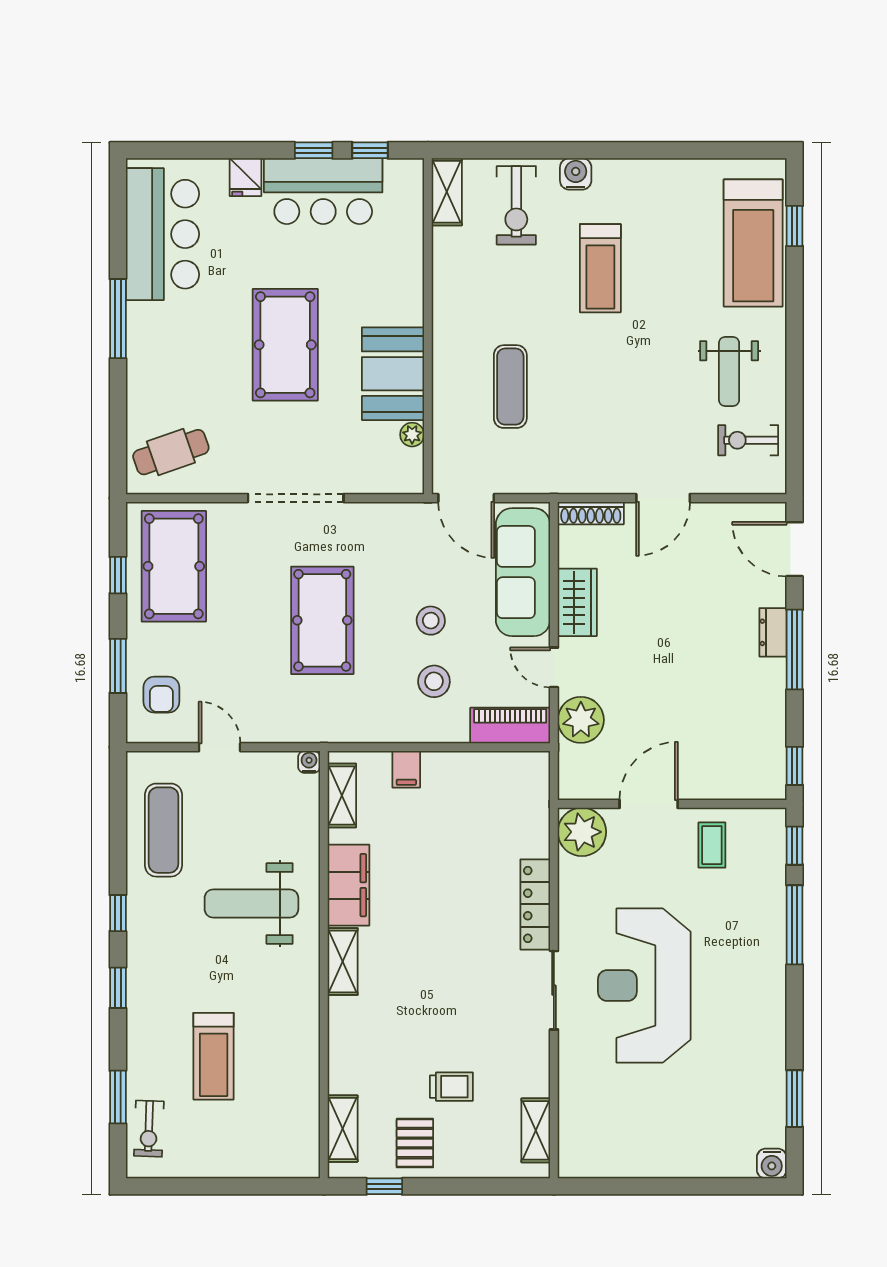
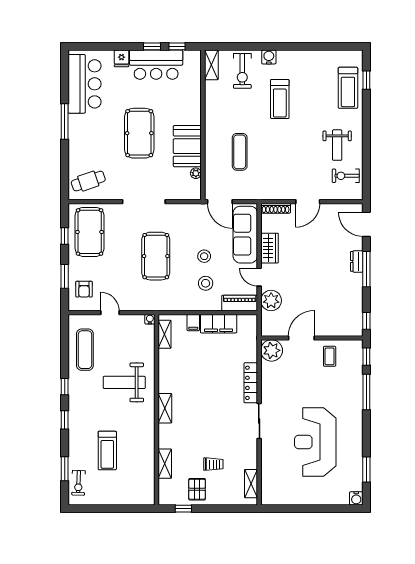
treadmill: (753, 243) -> (348, 88), width x0.73, depth x0.73
filing cabinet: (349, 885) -> (219, 324), moved, turned 90
reception desk: (644, 986) -> (315, 442), moved
shelving: (343, 1129) -> (165, 464), moved

